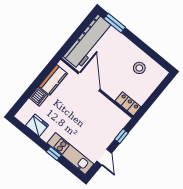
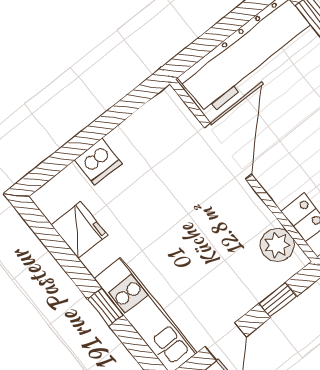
kitchen counter: (53, 80) -> (142, 128), removed
plant: (116, 115) -> (277, 245), added

